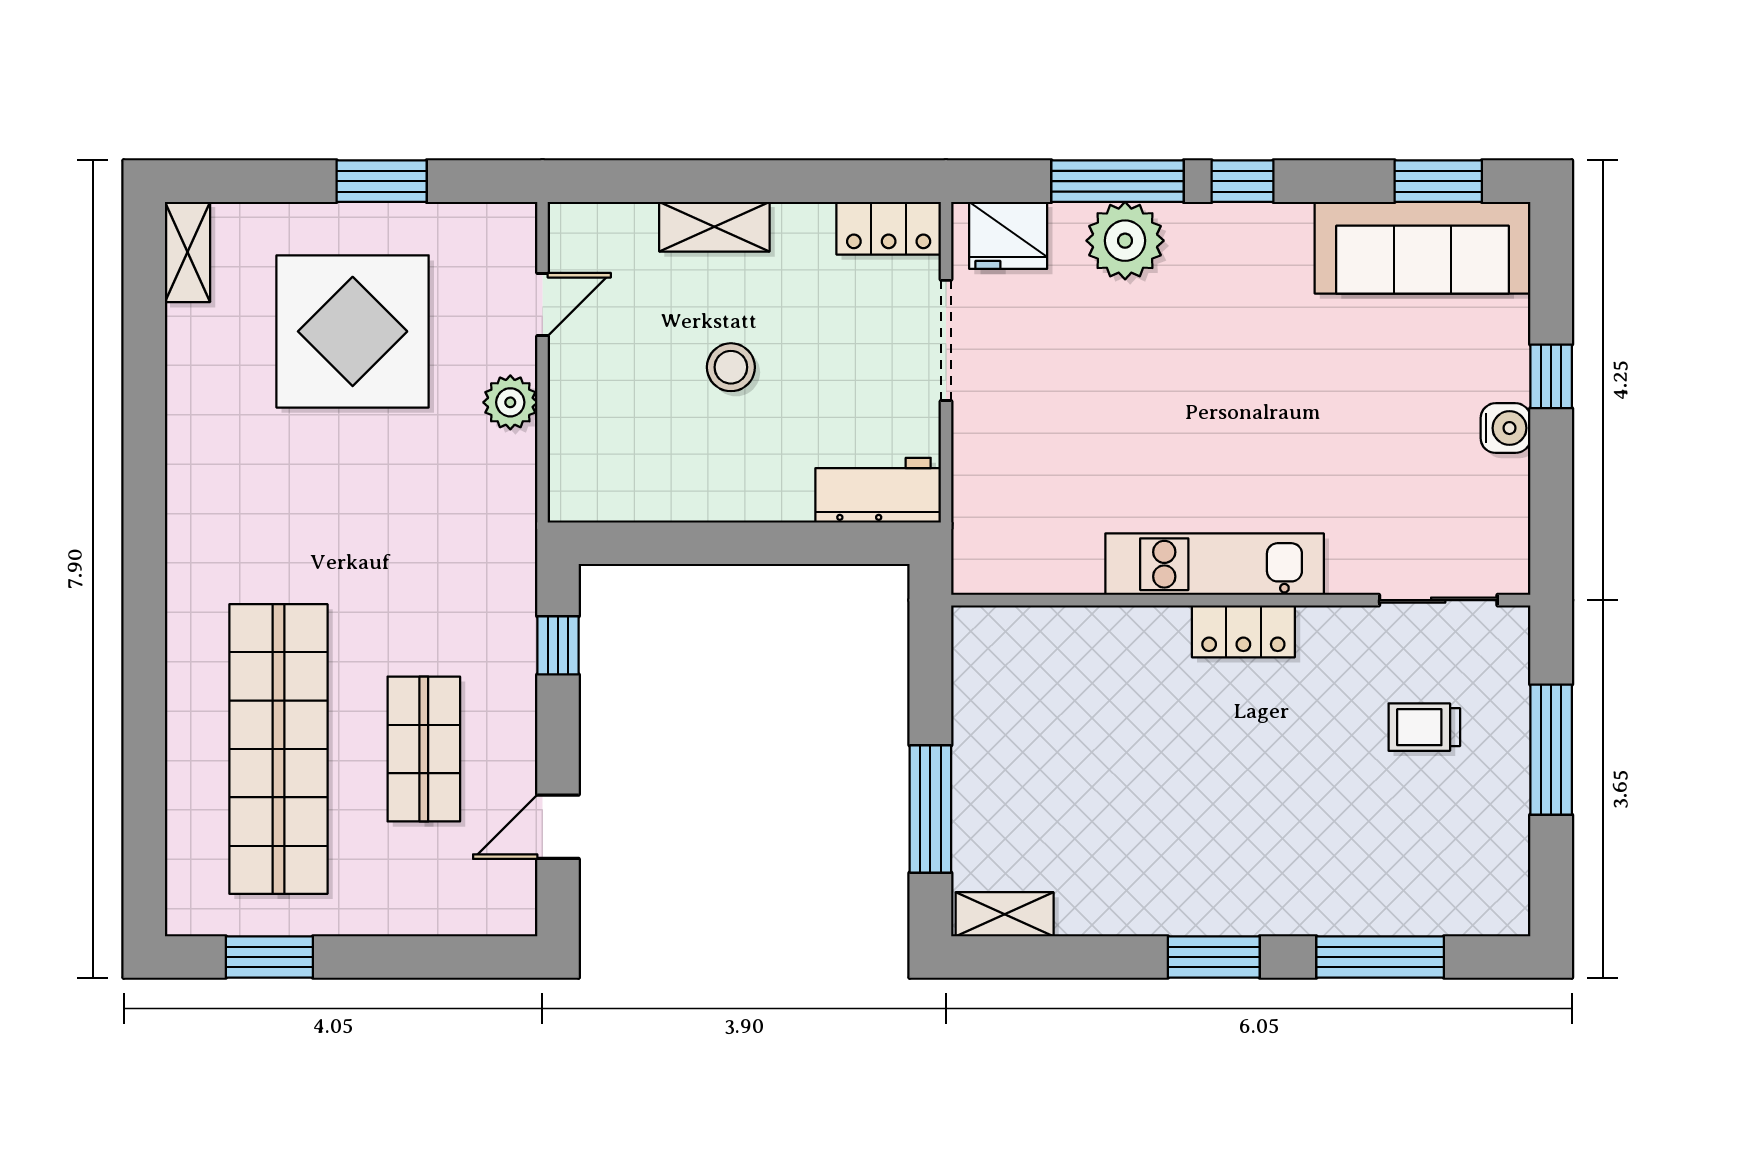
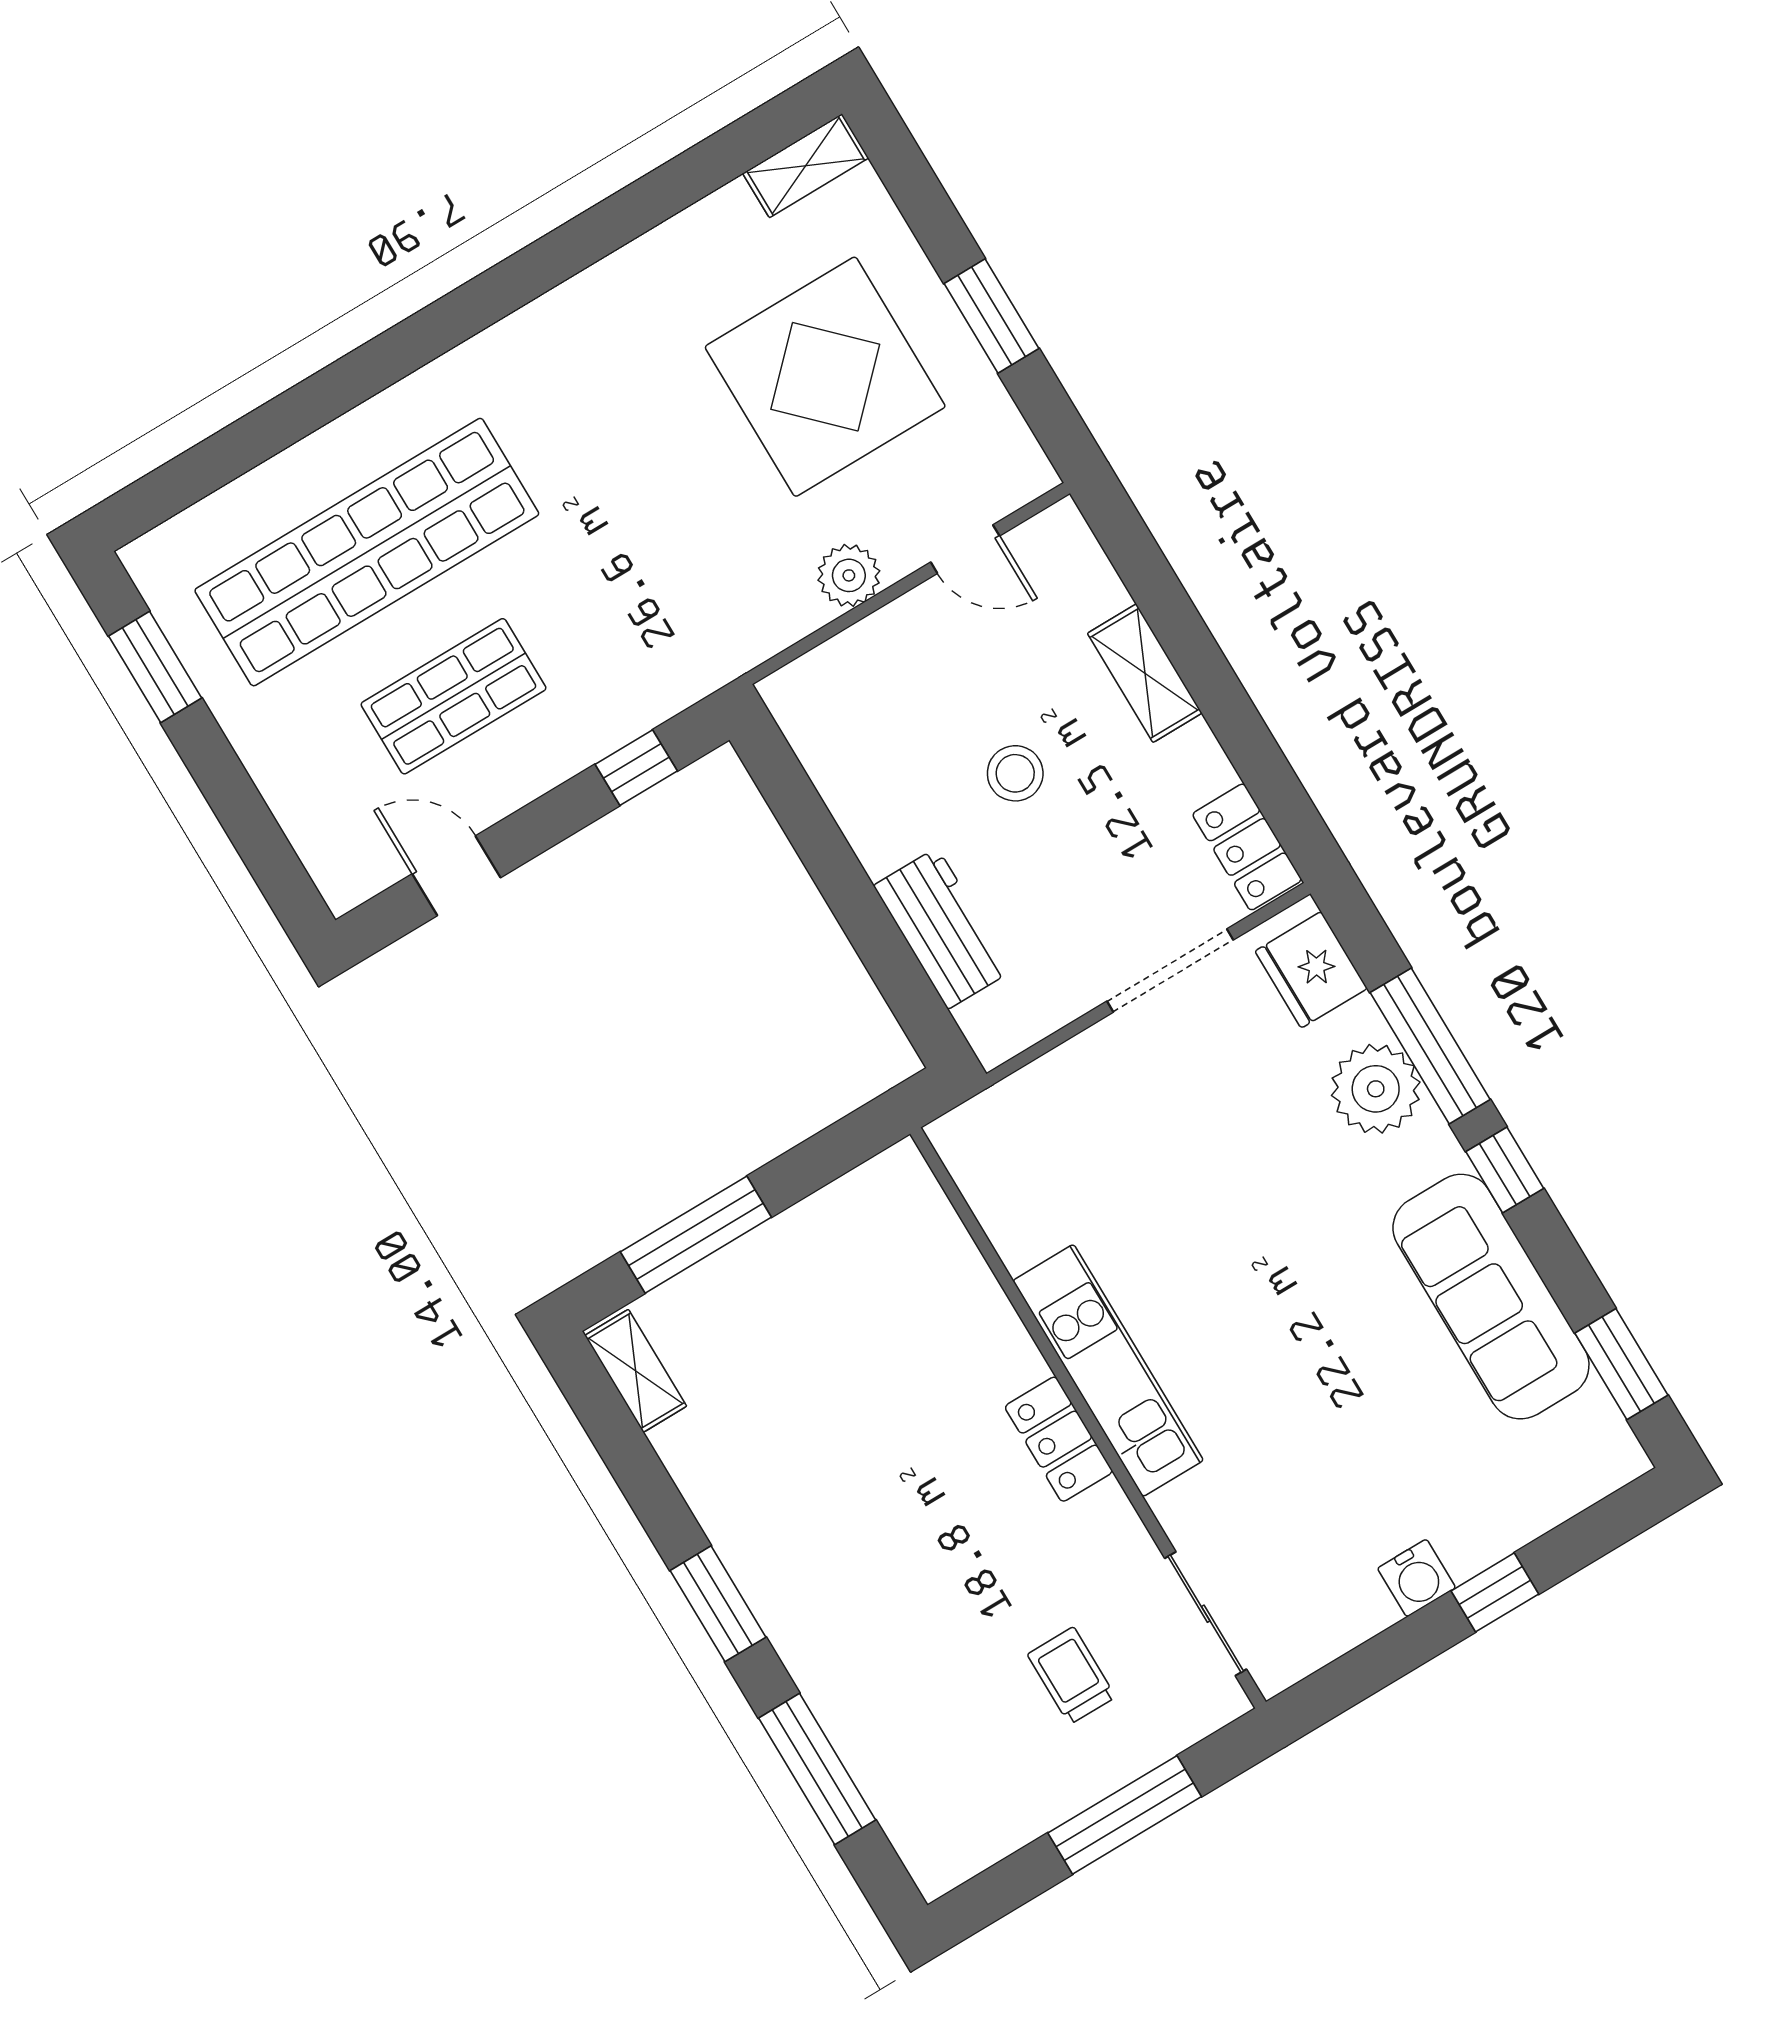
sofa: (1423, 248) -> (1491, 1297), moved
workbench: (878, 490) -> (942, 928), moved

